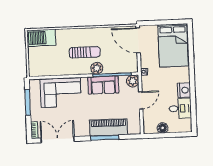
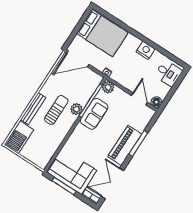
bench: (72, 33) -> (33, 109), added
corner sofa: (61, 92) -> (72, 171), moved, turned -90
door: (141, 100) -> (139, 99), moved
desk: (180, 108) -> (168, 73), moved, turned 90
piano: (109, 127) -> (125, 145), moved
floor lamp: (163, 128) -> (156, 102), moved

